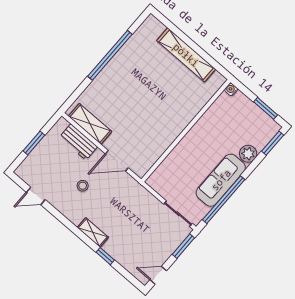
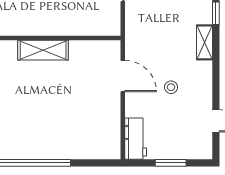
shelving: (90, 124) -> (43, 50), moved, turned 90
workbench: (78, 142) -> (136, 139), moved

